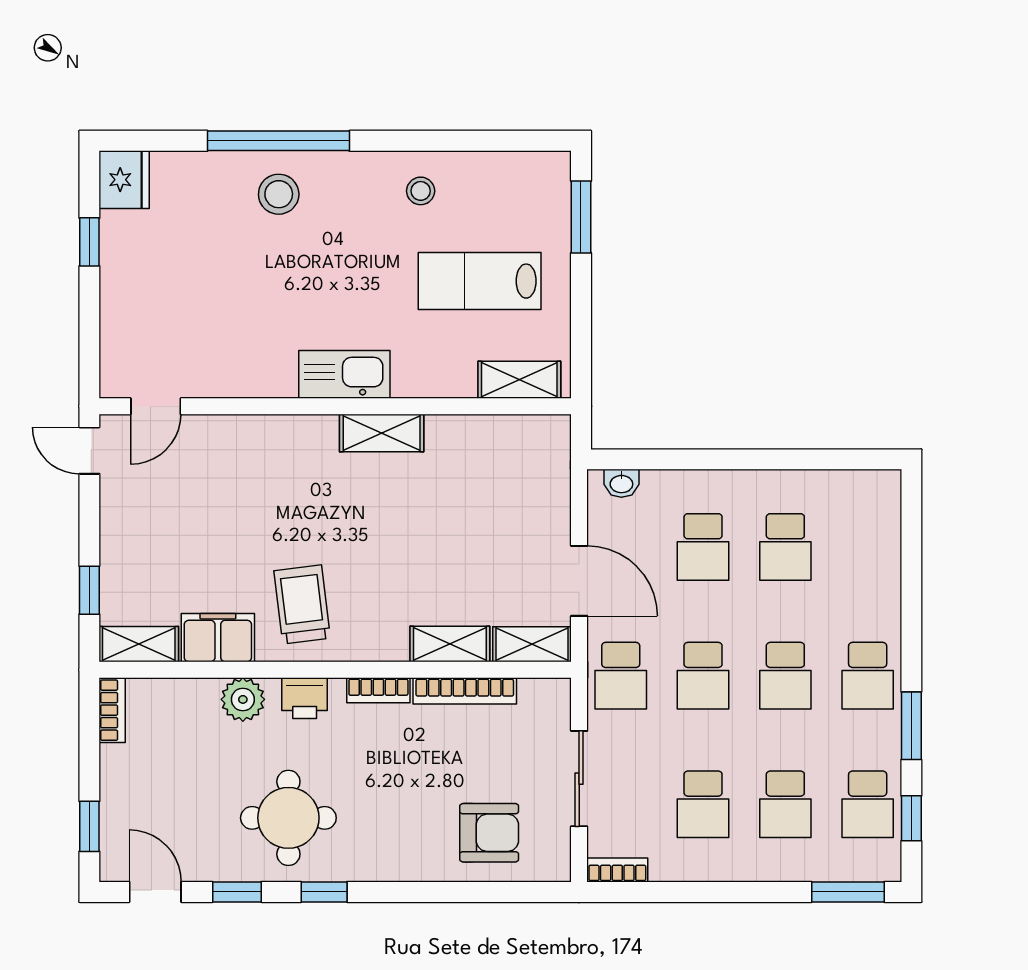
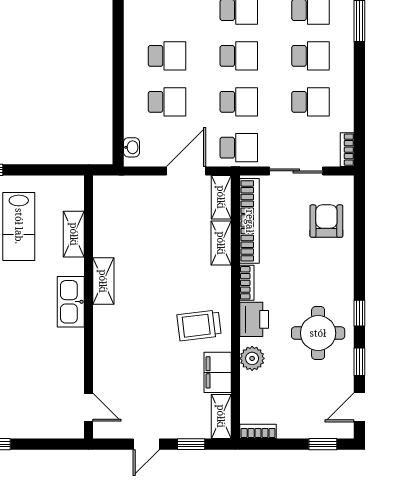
shelving: (519, 380) -> (74, 234), moved
door: (89, 451) -> (146, 444), moved
bookcase: (465, 691) -> (250, 221), width x1.48, depth x1.31
printer: (305, 698) -> (254, 319), width x1.36, depth x1.24

